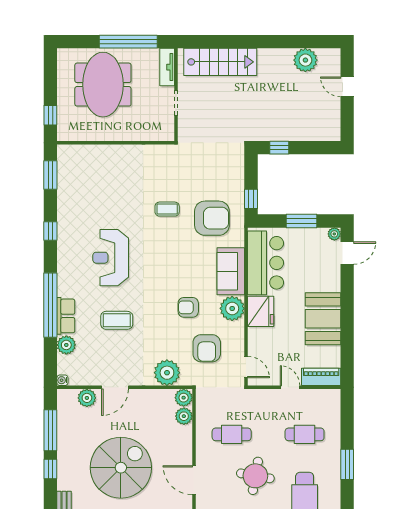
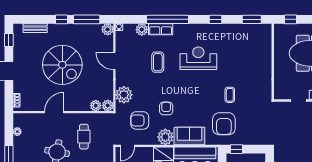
plant: (87, 398) -> (108, 29), moved

